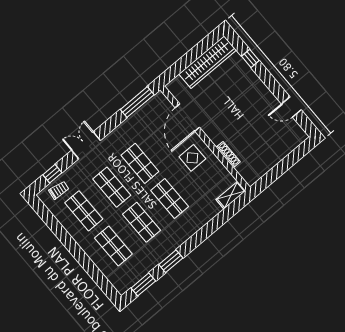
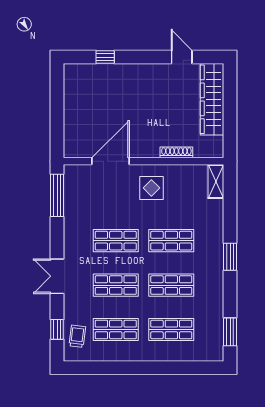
wardrobe: (208, 62) -> (212, 99), moved, turned 180
door: (291, 107) -> (182, 57), swing flipped
door: (187, 118) -> (110, 161), swing flipped
window: (171, 261) -> (230, 257), moved

